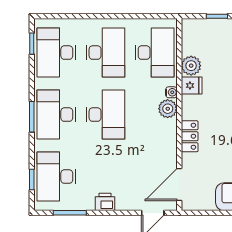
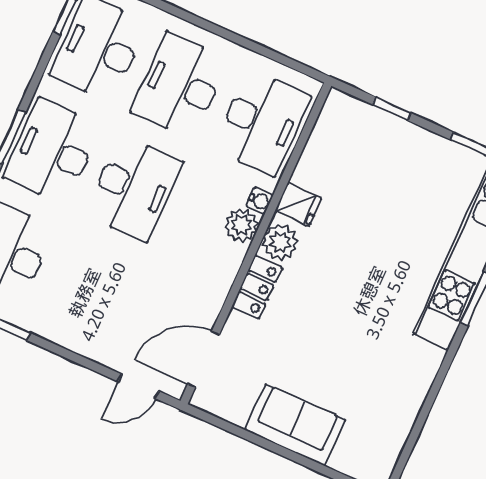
desk: (105, 53) -> (180, 86), turned 180
plant: (191, 66) -> (280, 242), moved
printer: (105, 202) -> (68, 332), removed

